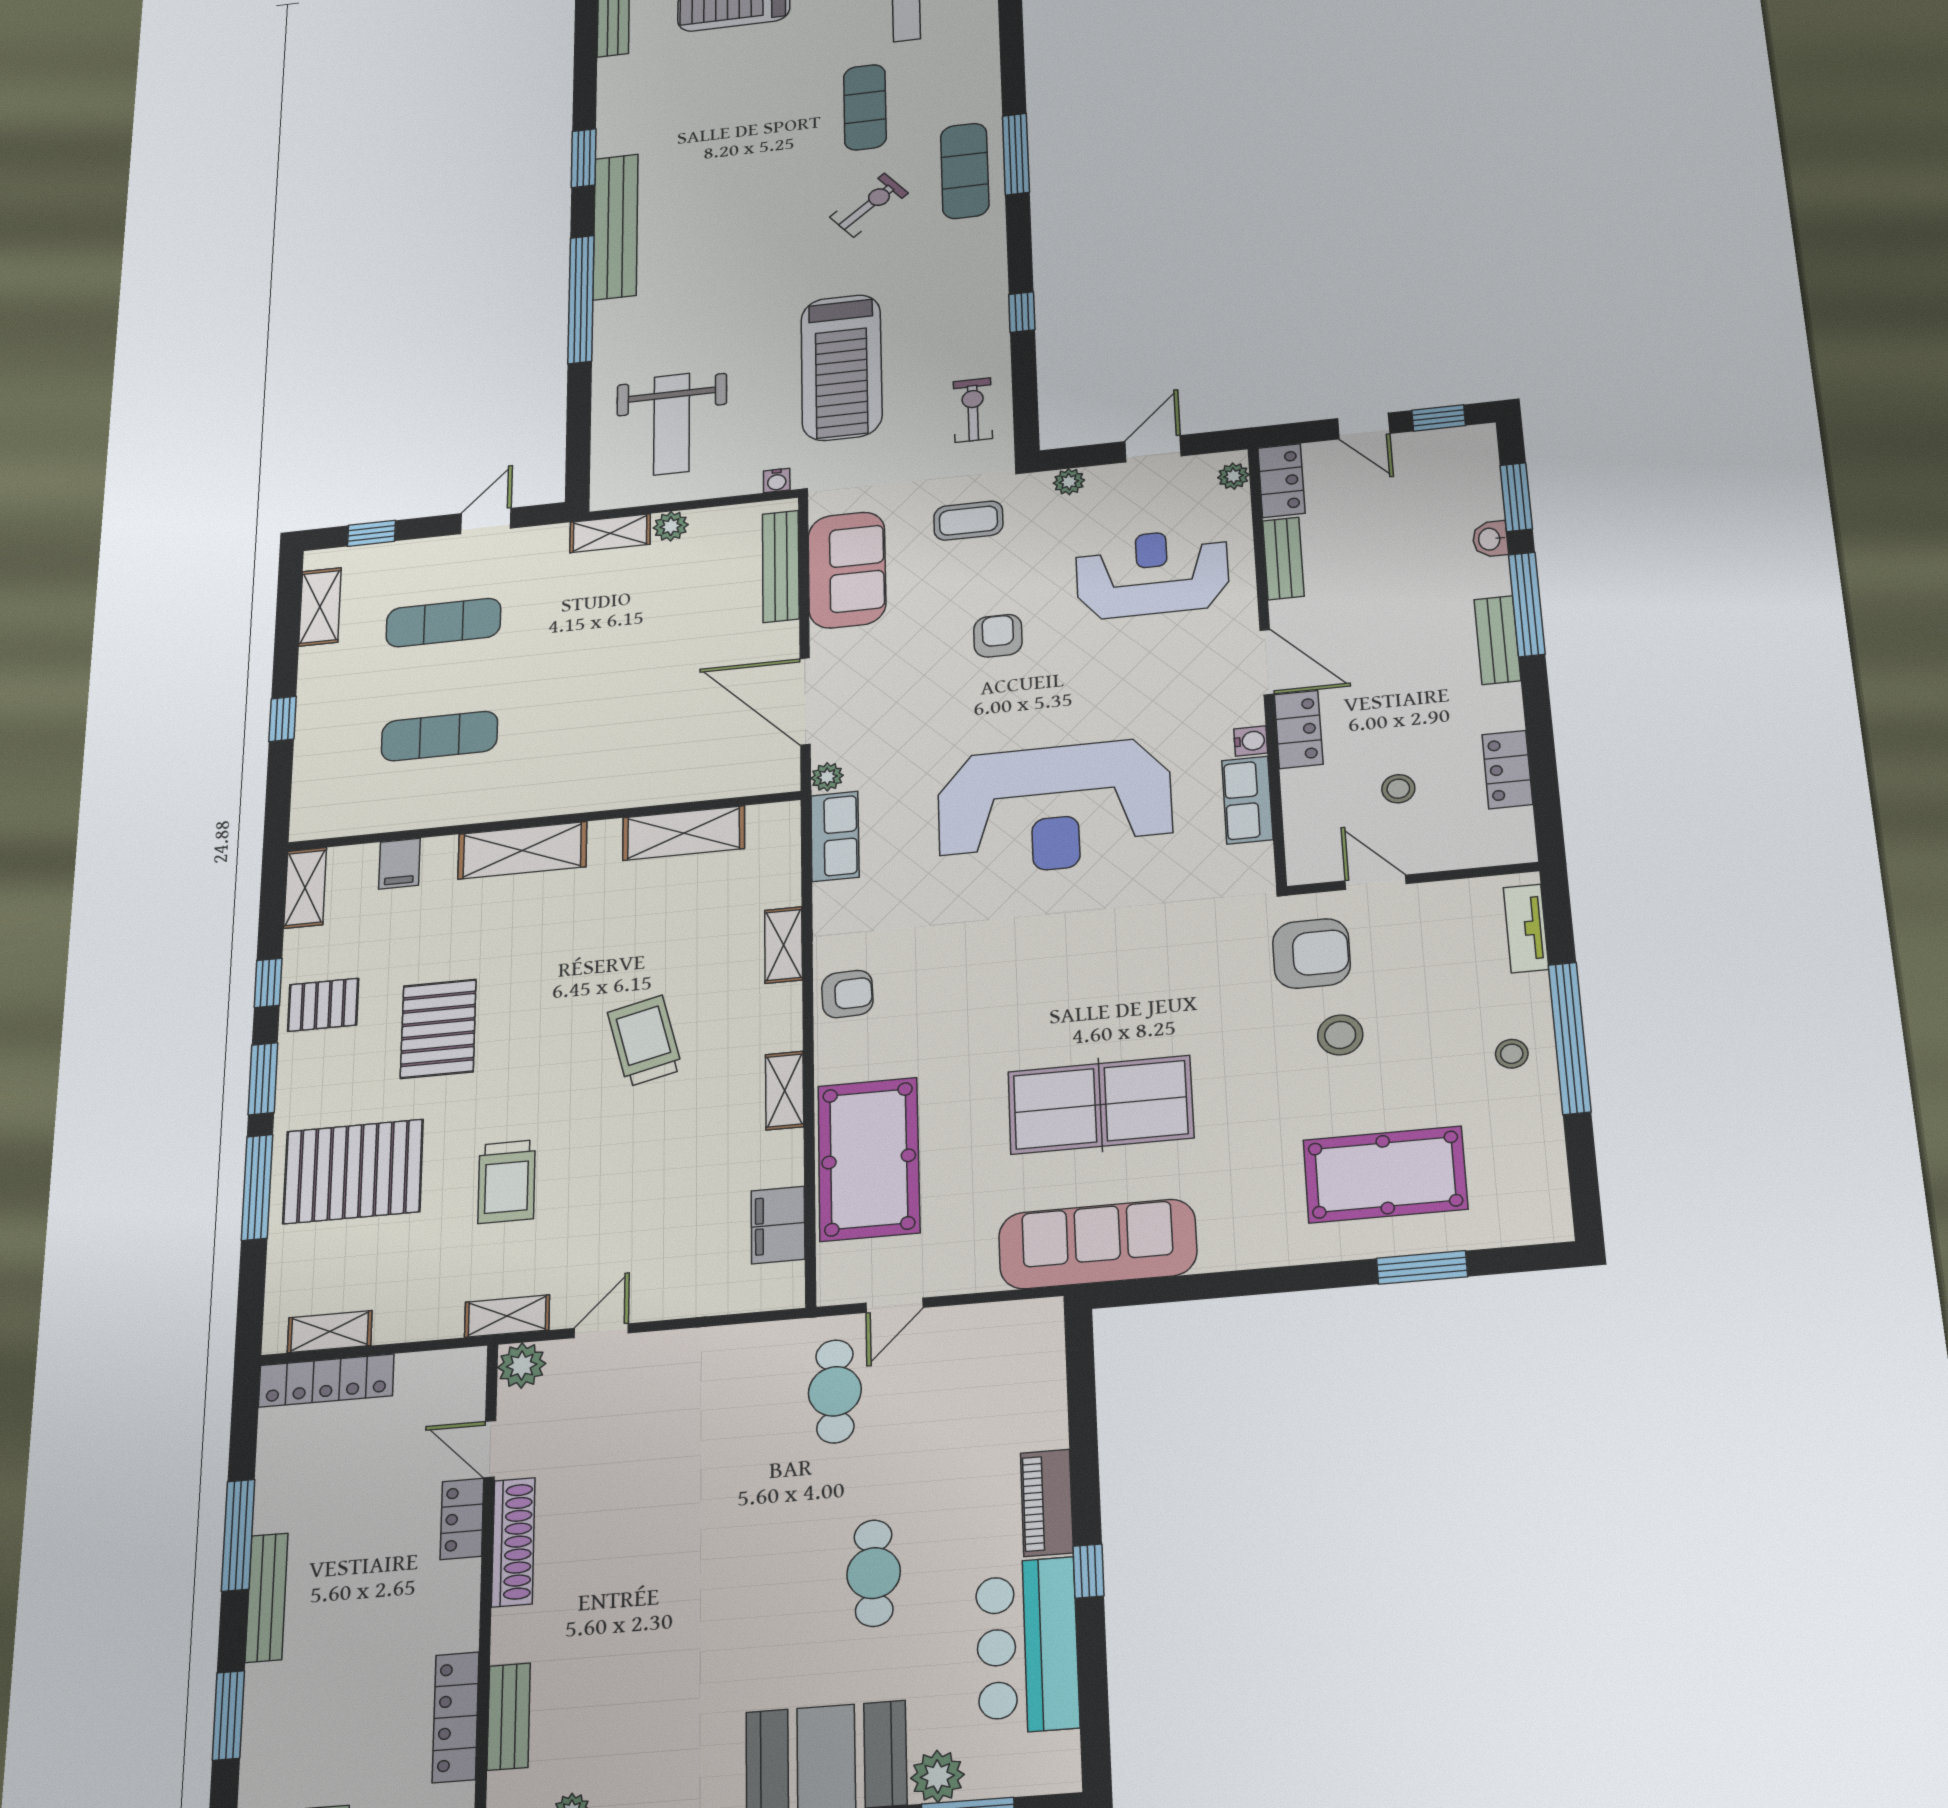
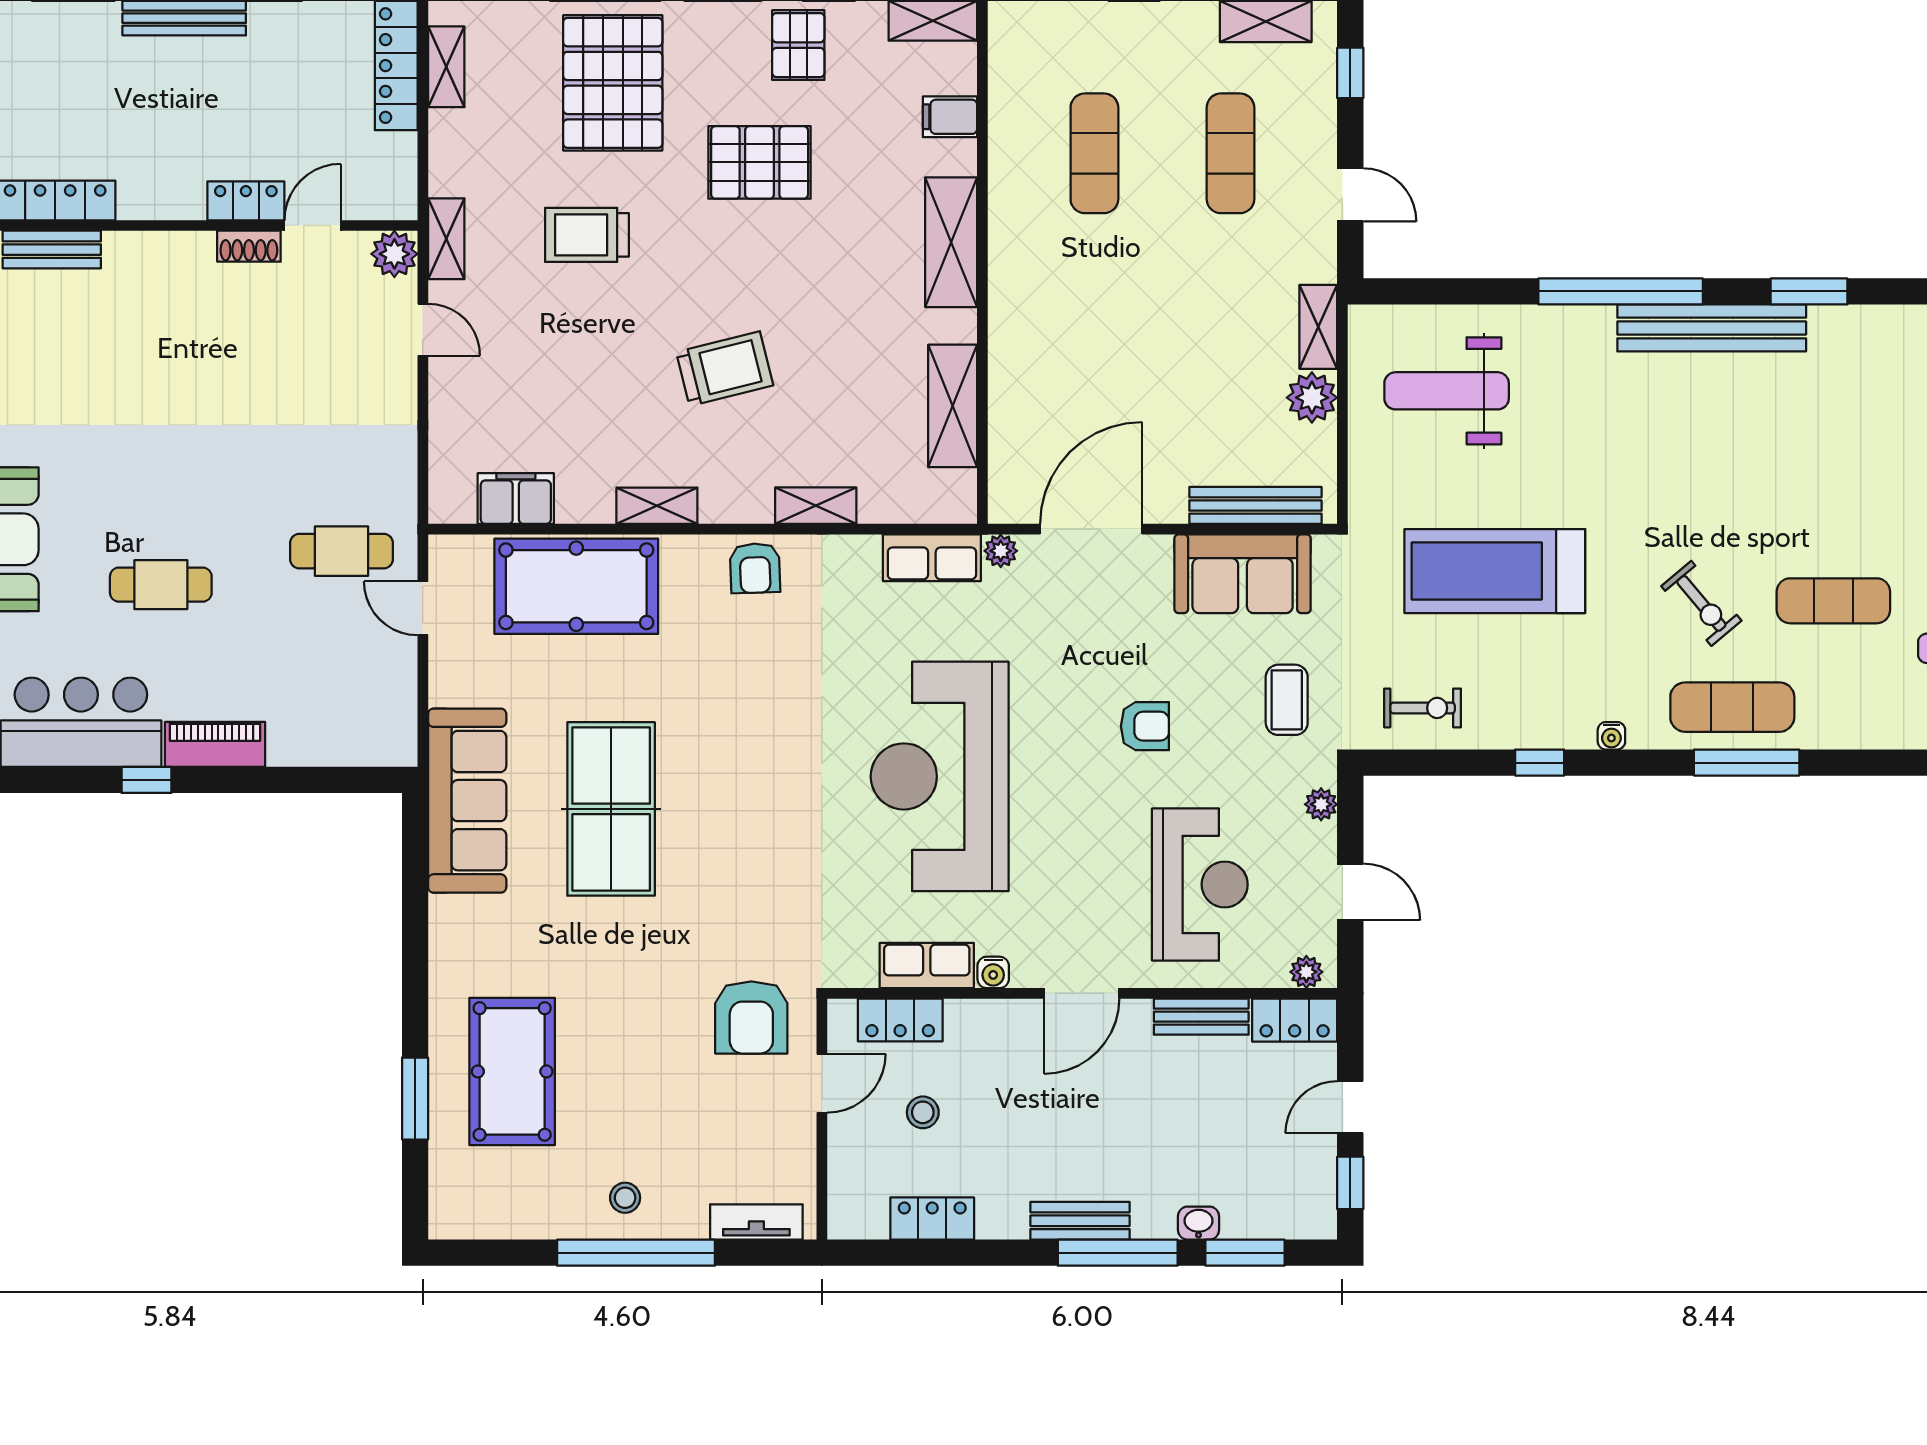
water cooler: (777, 480) -> (1611, 736), moved, turned -90
plant: (671, 526) -> (1312, 398), width x1.38, depth x1.38
locker: (1299, 729) -> (900, 1020), moved
stool: (1340, 1035) -> (661, 1039), removed
shoe rack: (513, 1542) -> (249, 246), width x0.51, depth x0.81

